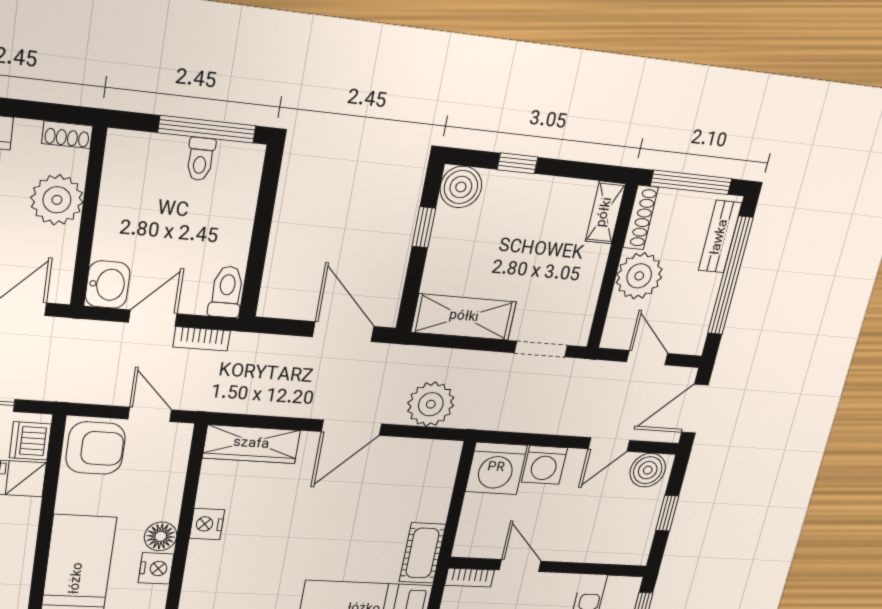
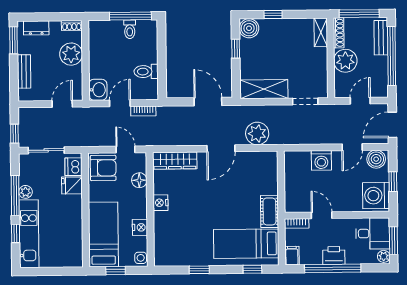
toilet: (227, 292) -> (146, 72), moved, turned -90
door: (647, 358) -> (360, 101), hinge flipped
washing machine: (496, 468) -> (376, 196), moved, turned 90
floor lamp: (161, 536) -> (139, 180), moved

